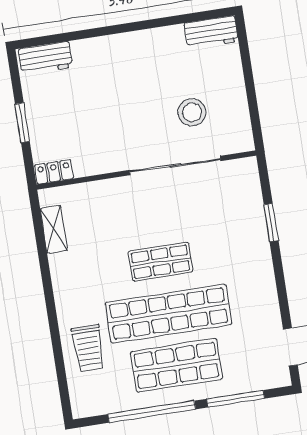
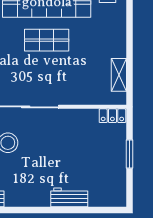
workbench: (45, 58) -> (69, 197), moved

